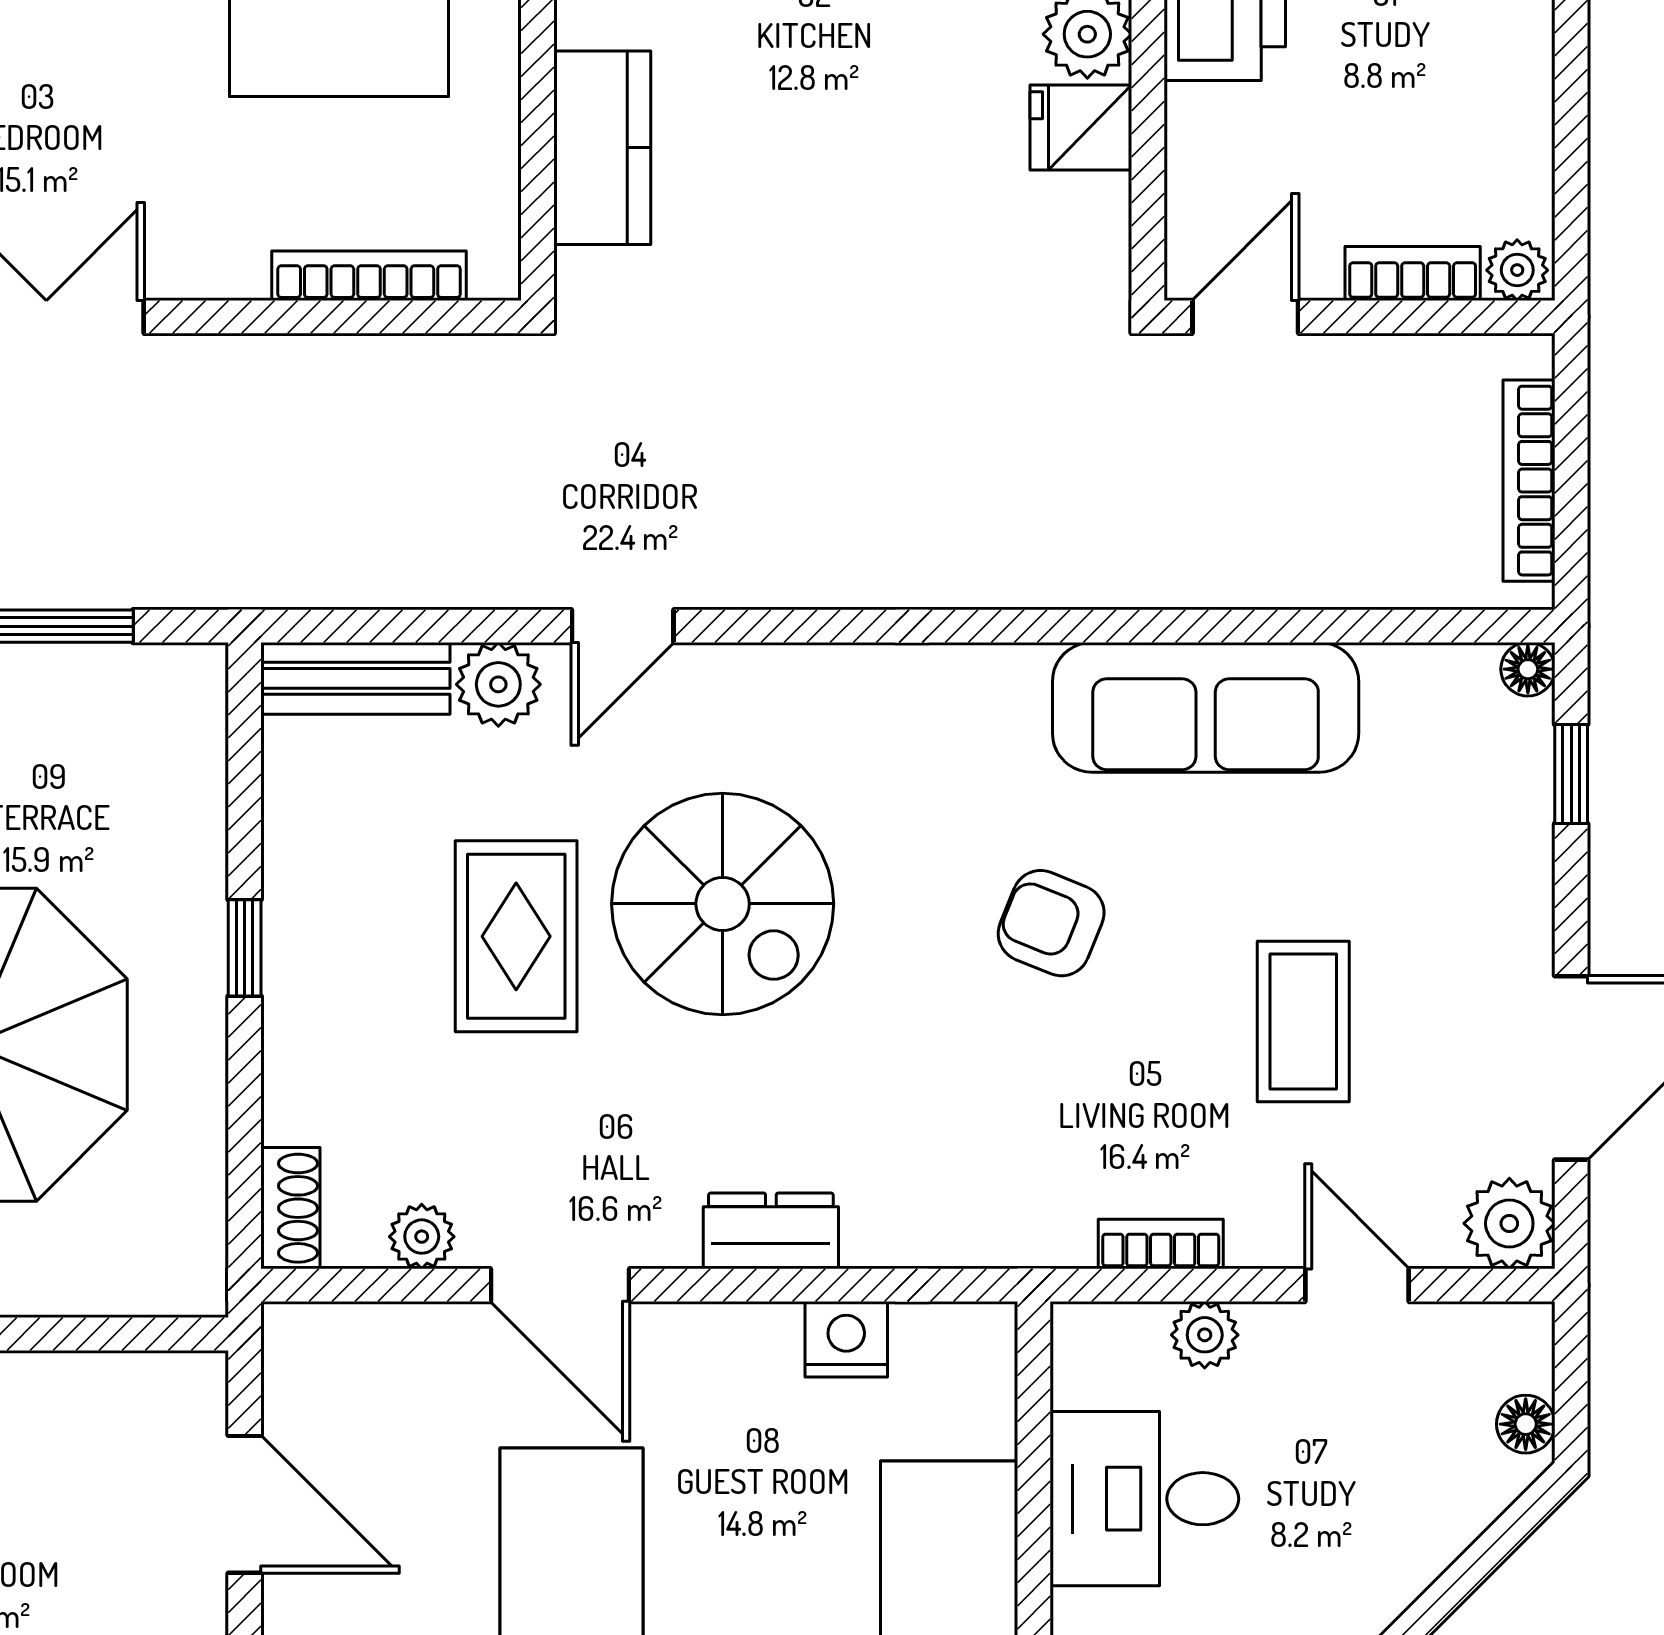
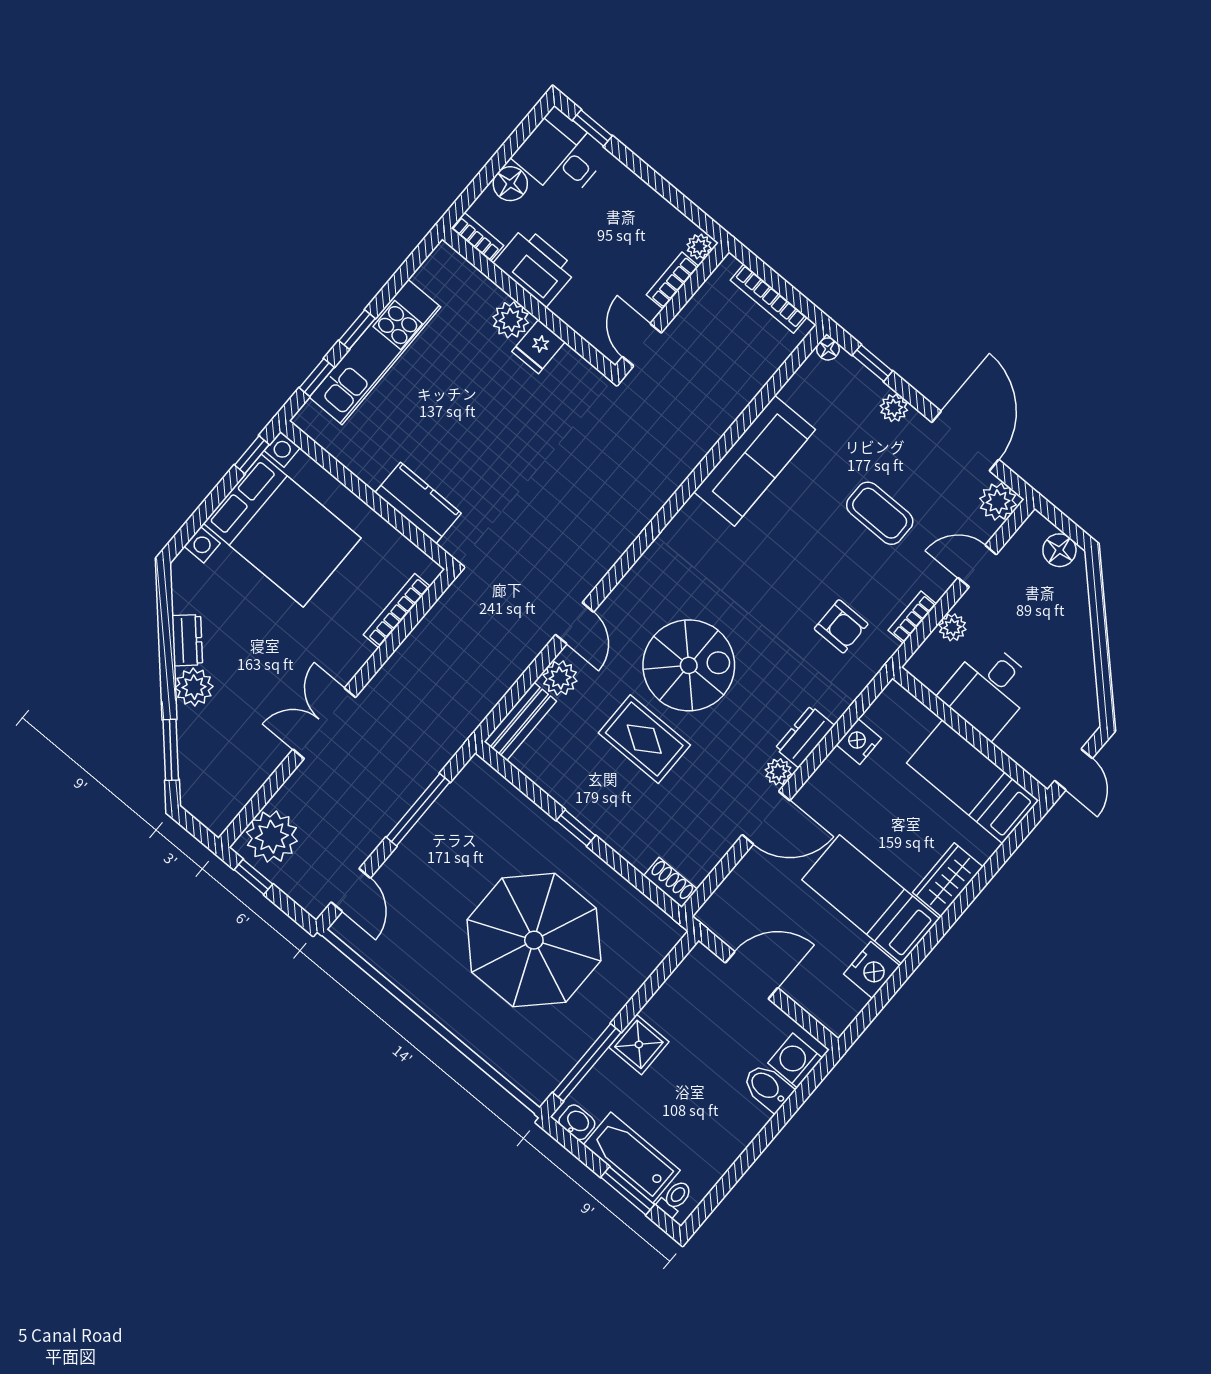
plant: (1521, 884) -> (894, 408), added
armchair: (1051, 923) -> (841, 626), moved, turned -112
plant: (422, 1237) -> (778, 772), moved
floor lamp: (1526, 1424) -> (1059, 550), width x1.37, depth x1.37

